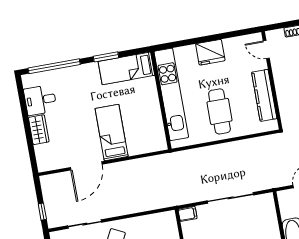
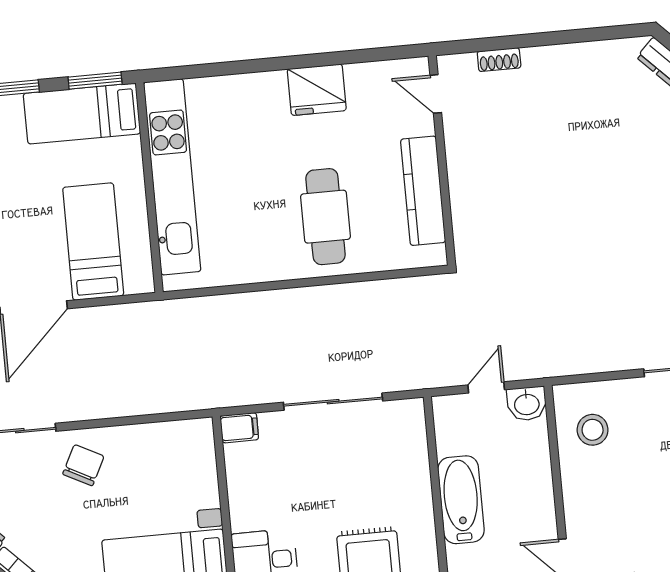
bed: (126, 68) -> (82, 114), moved
kitchen unit: (171, 94) -> (172, 177), moved
wall: (161, 100) -> (149, 188), moved

